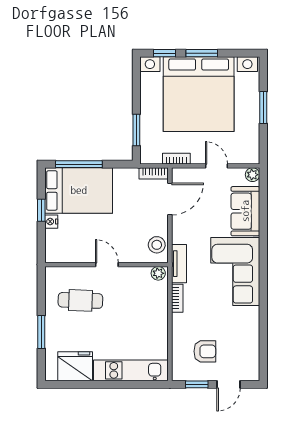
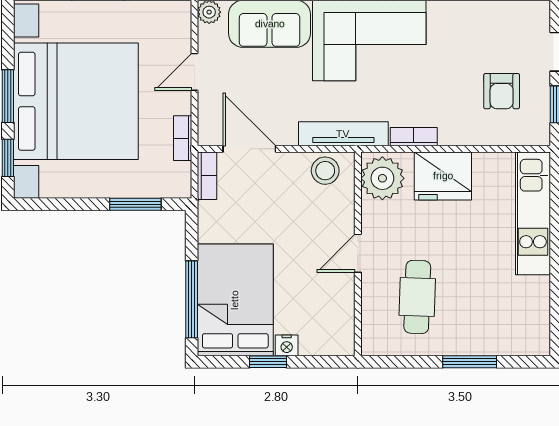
tv unit: (179, 264) -> (343, 134), width x1.41
plant: (158, 273) -> (382, 178), width x1.88, depth x1.88
armchair: (205, 351) -> (502, 91), turned 180
fridge: (75, 366) -> (443, 176), moved, turned -90

